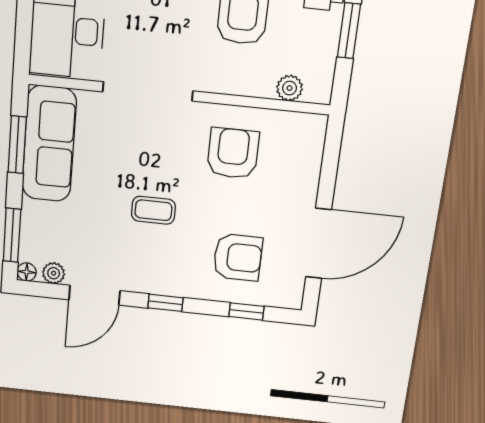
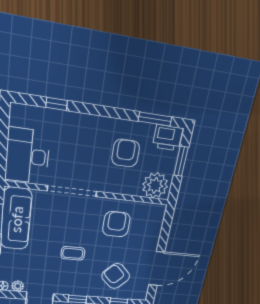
plant: (290, 88) -> (155, 185), width x1.87, depth x1.87
armchair: (238, 257) -> (116, 276), turned -136

